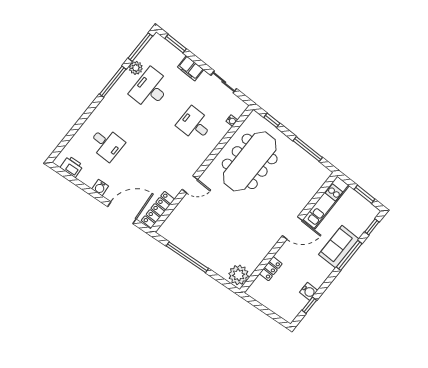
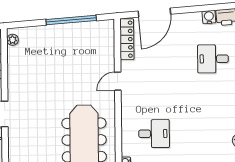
desk: (150, 89) -> (214, 133), removed
water cooler: (100, 188) -> (209, 17), moved
plant: (239, 275) -> (13, 40), width x0.53, depth x0.53

